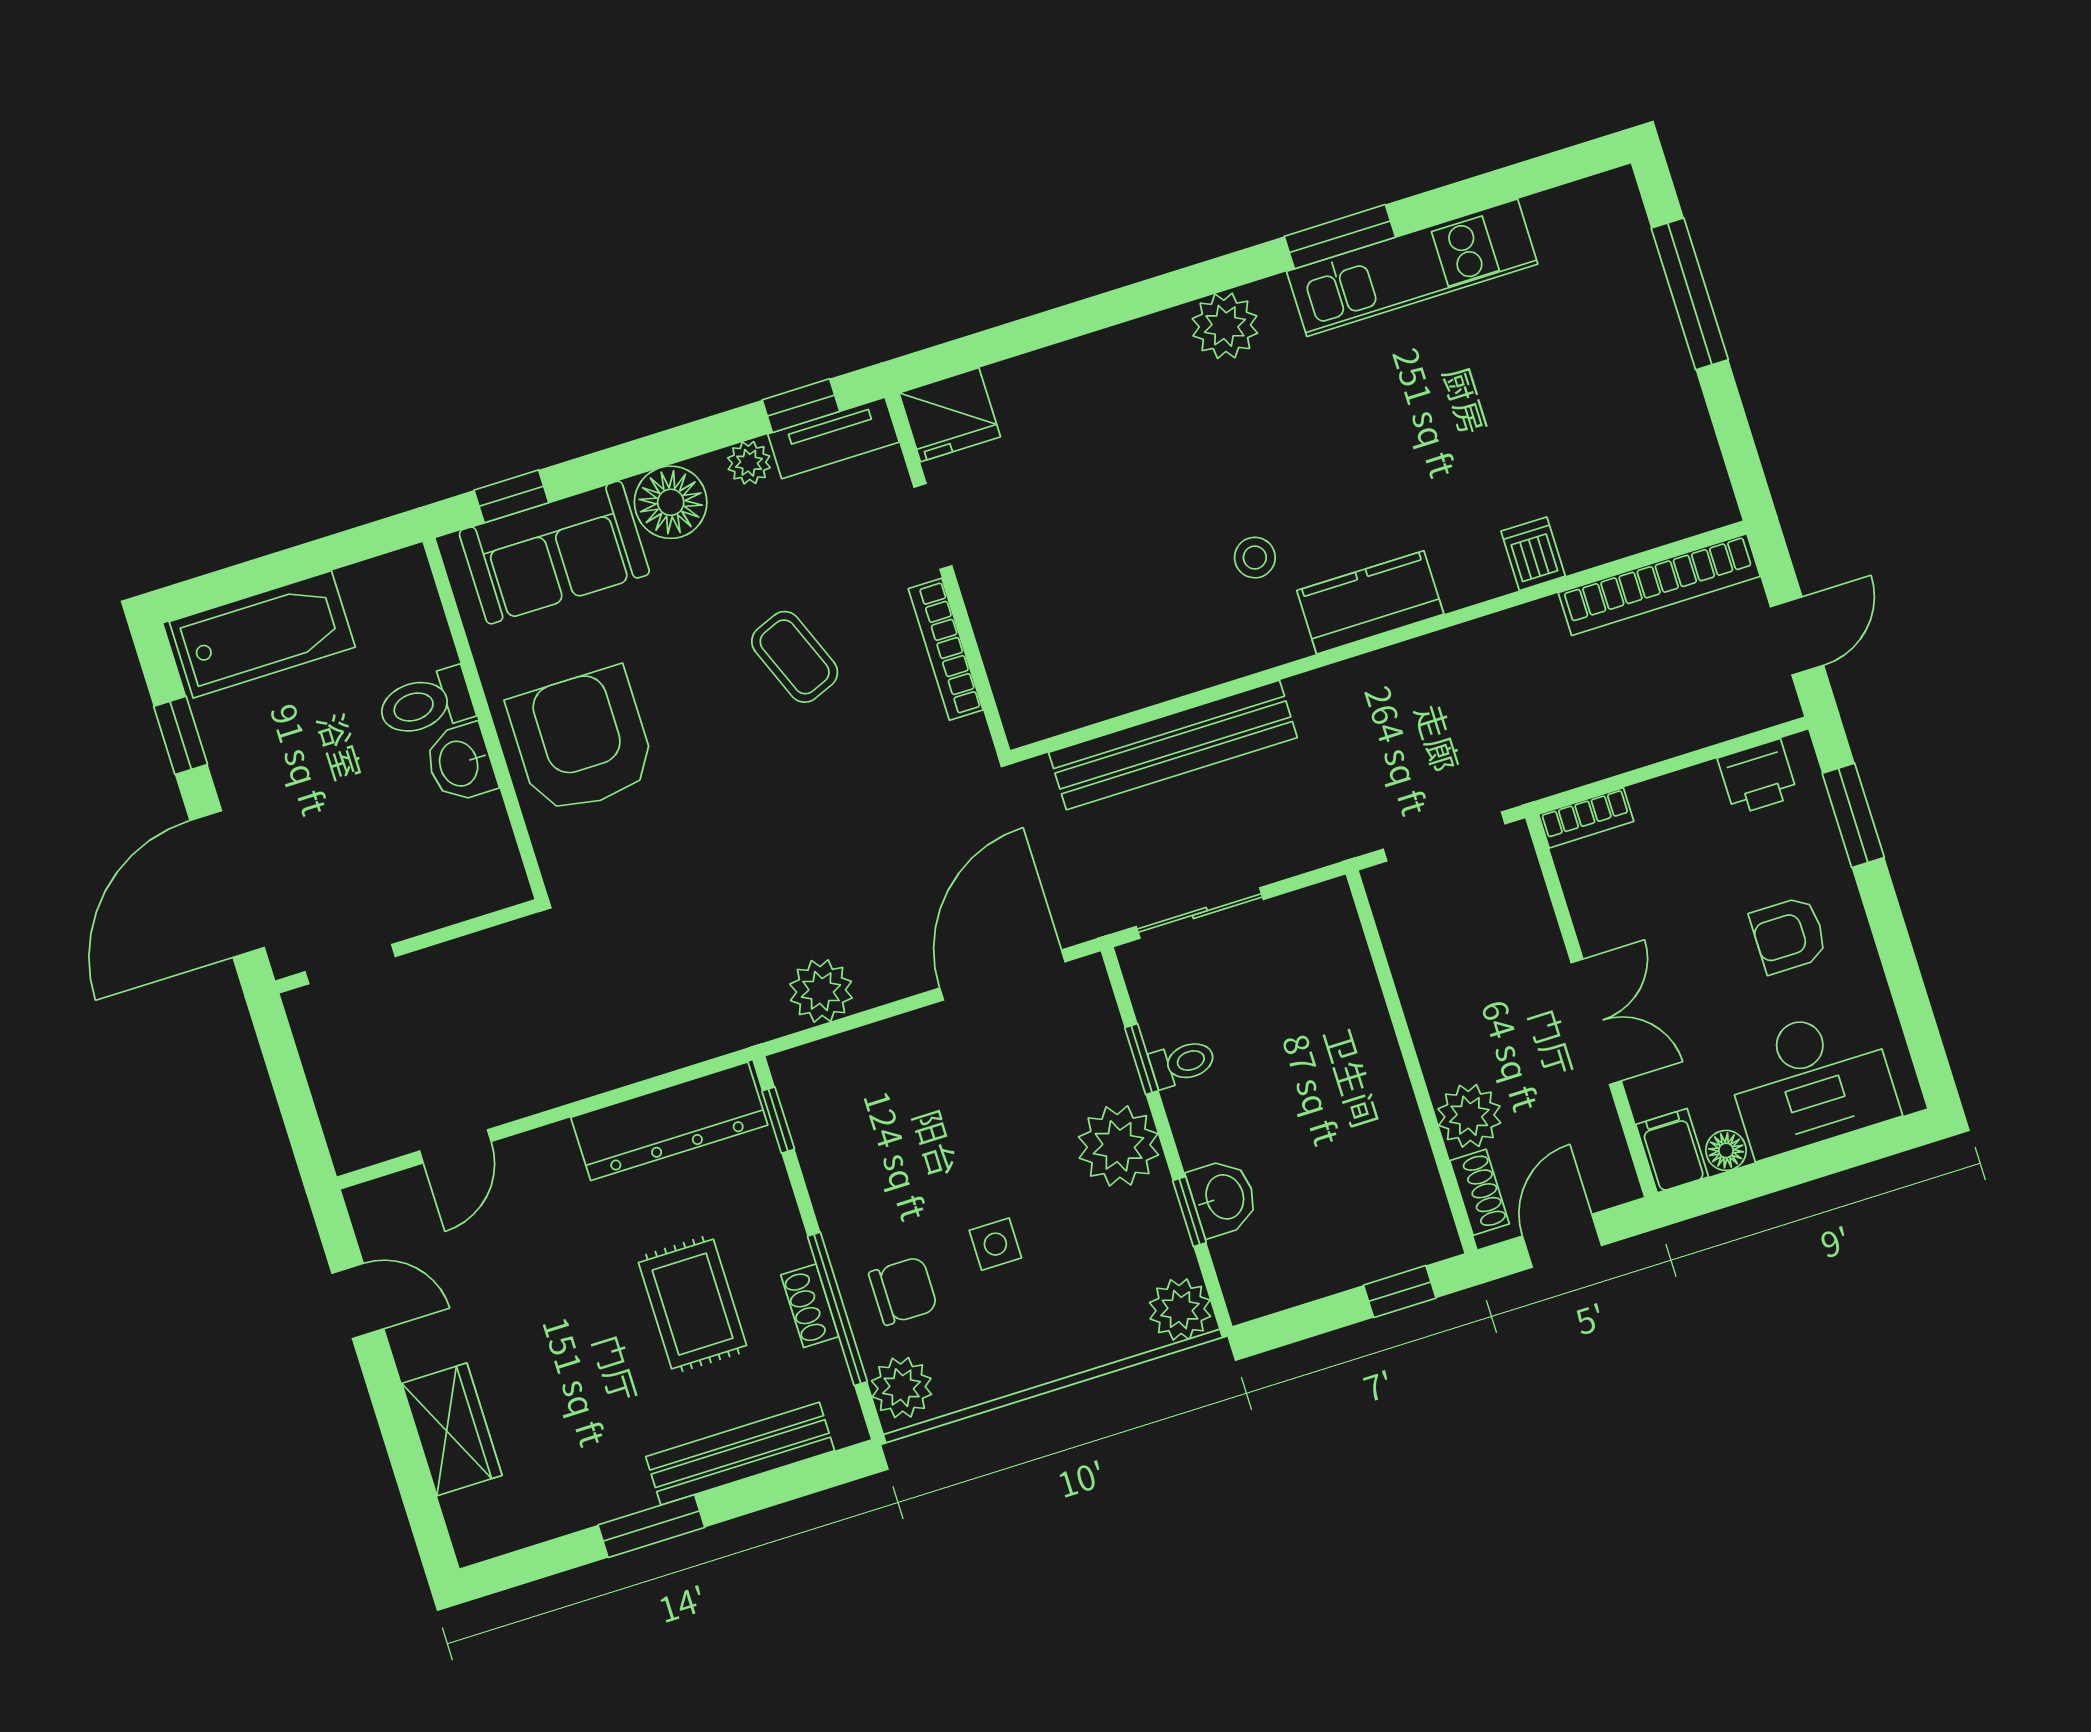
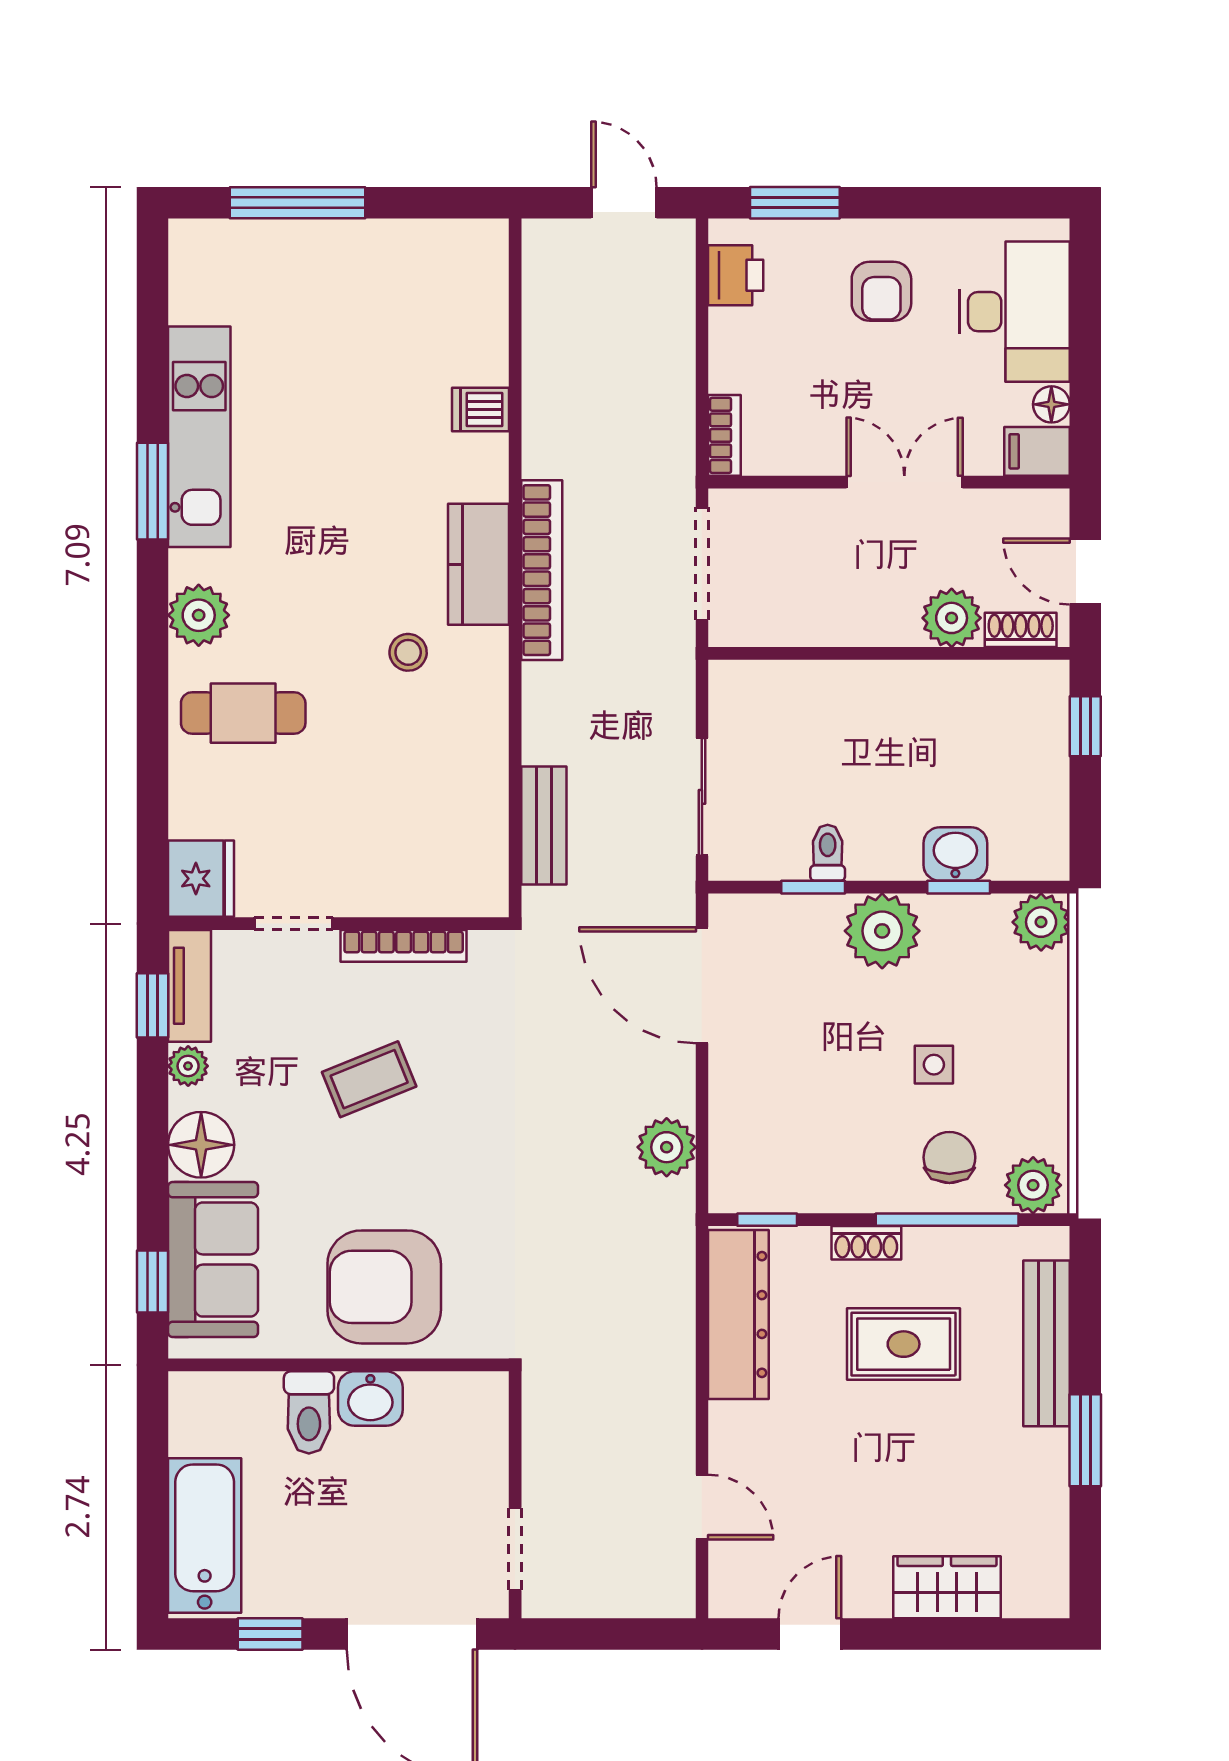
cafe table: (1137, 405) -> (243, 713), added
bookcase: (1659, 585) -> (542, 570), moved
bench: (1173, 745) -> (544, 826), width x0.54, depth x0.82
shoe rack: (810, 1306) -> (866, 1243), moved

